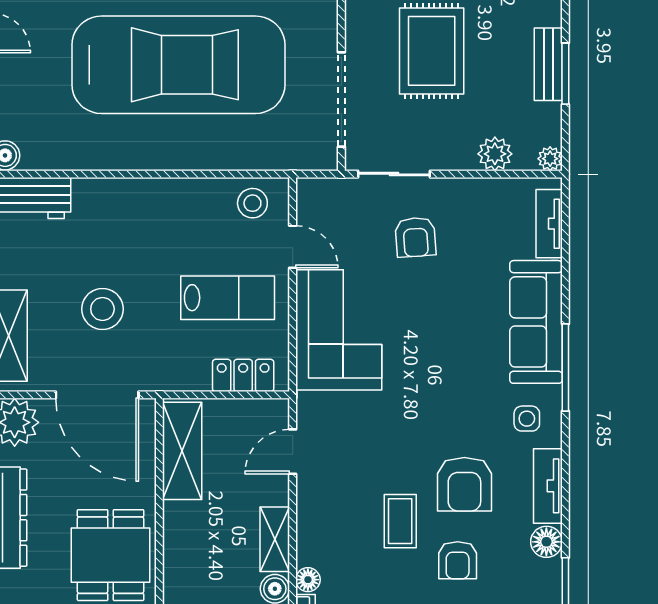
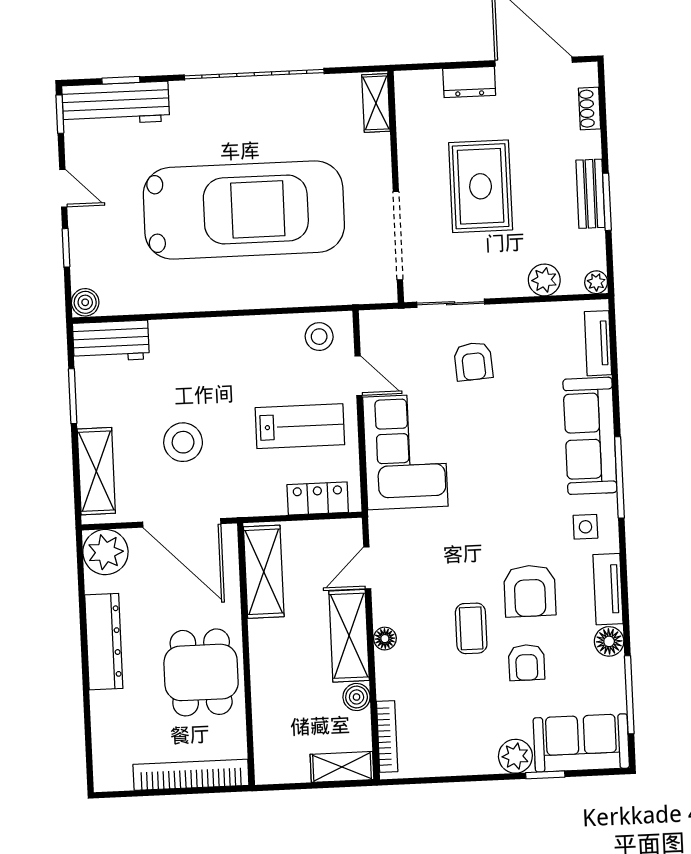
shelving: (275, 539) -> (349, 636), width x1.50, depth x1.33
floor lamp: (308, 580) -> (385, 639), moved

